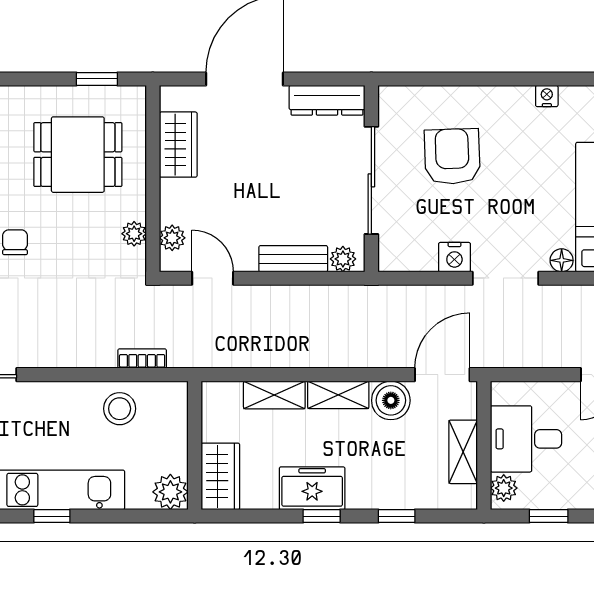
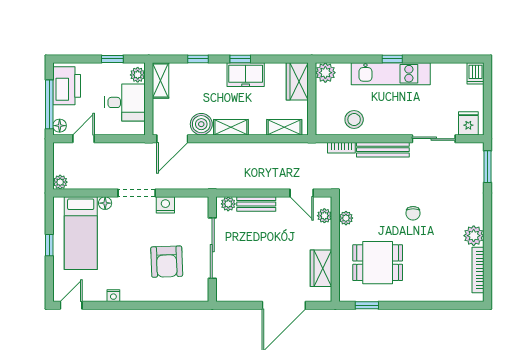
dresser: (327, 100) -> (237, 293), removed
bench: (68, 355) -> (383, 150), added
shelving: (274, 395) -> (284, 127), moved
shelving: (463, 452) -> (161, 80), moved

